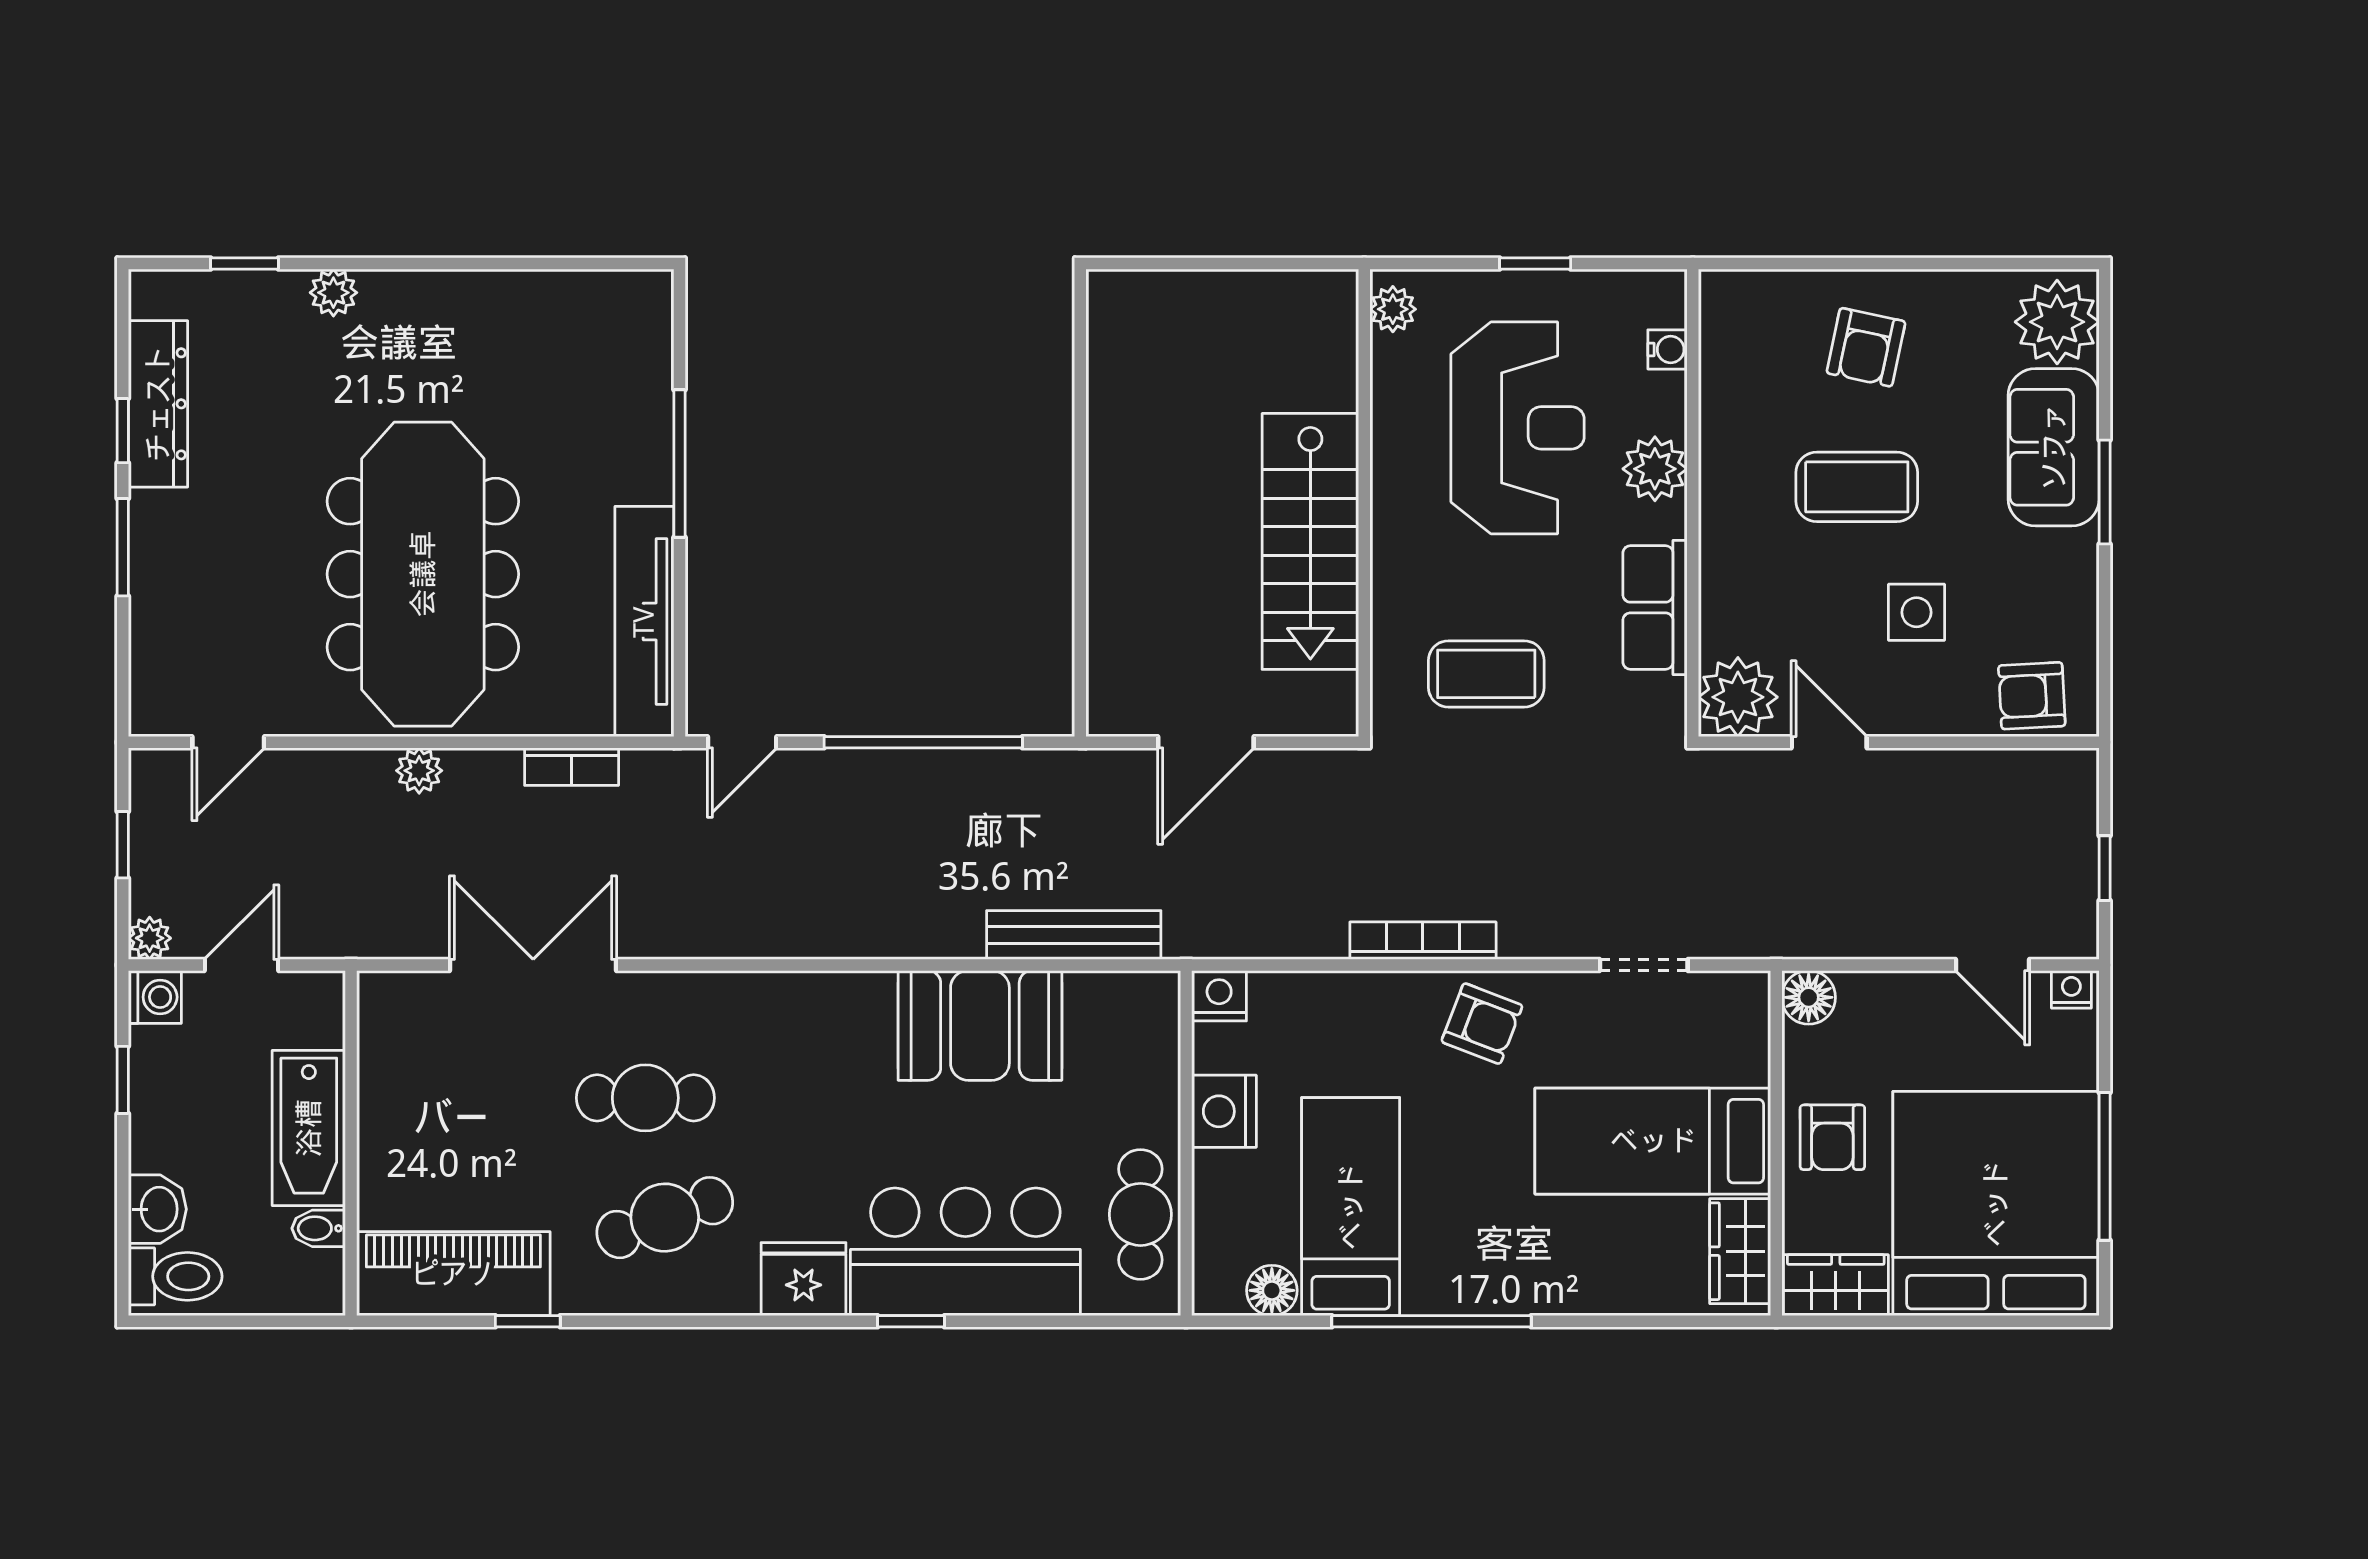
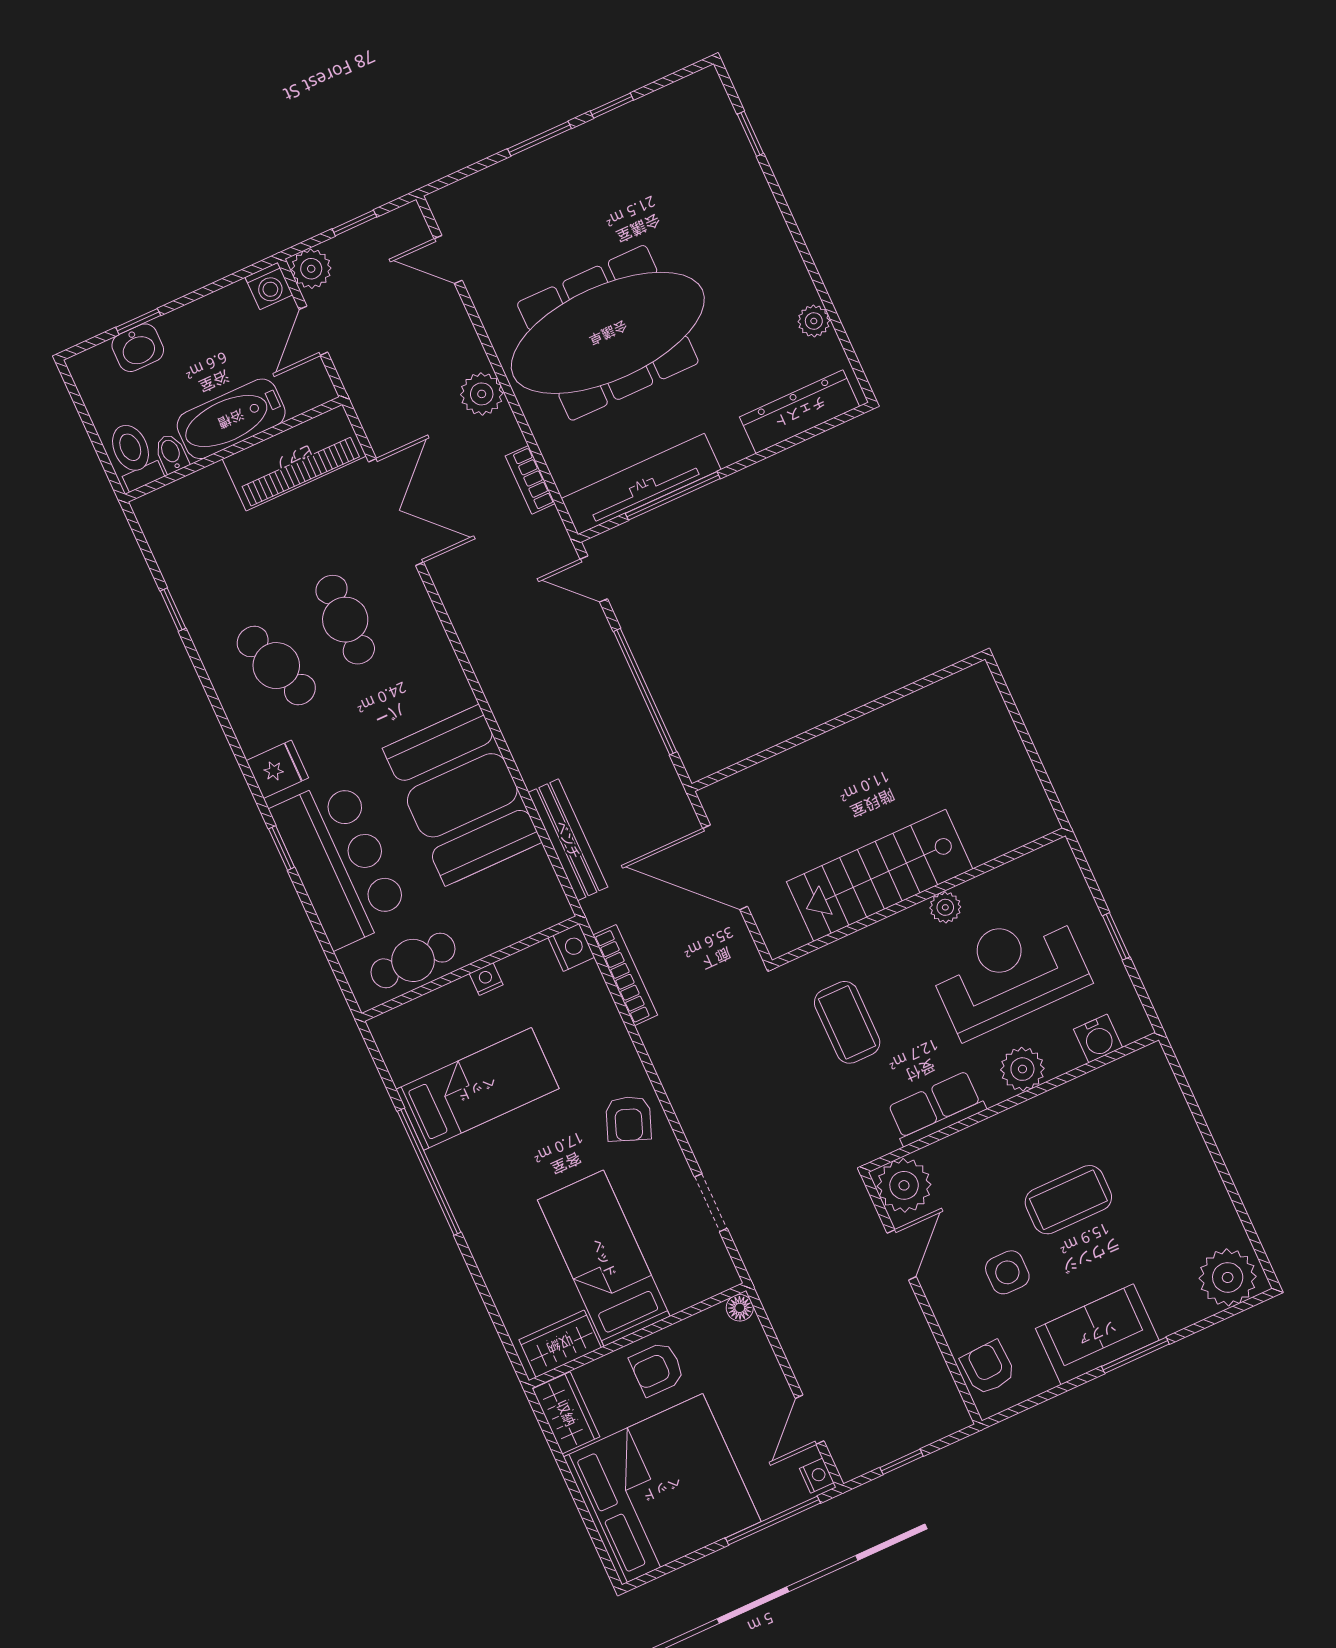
plant: (333, 293) -> (814, 321), moved
plant: (1393, 309) -> (945, 907), moved
armchair: (1866, 347) -> (1158, 1166), removed
water cooler: (1667, 349) -> (1098, 1038), width x1.38, depth x1.38
dresser: (158, 404) -> (800, 412), moved, turned 180
reception desk: (1518, 428) -> (1009, 972), turned 180
sofa: (2054, 447) -> (1097, 1334), moved
window: (679, 463) -> (673, 496), moved
coffee table: (1857, 487) -> (1068, 1200), turned 90
door: (1206, 742) -> (725, 867), width x1.36
plant: (419, 771) -> (482, 394), width x1.38, depth x1.38
plant: (150, 938) -> (311, 269), width x1.38, depth x1.38
bookcase: (1423, 941) -> (625, 975), moved
door: (242, 965) -> (313, 331), swing flipped
floor lamp: (1809, 997) -> (740, 1308), width x0.73, depth x0.73
booth: (980, 1025) -> (462, 795), width x1.36, depth x1.42
window: (123, 1080) -> (138, 321), moved
nightstand: (1224, 1111) -> (486, 979), width x0.53, depth x0.56
window: (2105, 1166) -> (773, 1520), moved
piano: (453, 1274) -> (294, 457), moved, turned 90
toilet: (175, 1276) -> (134, 455), moved, turned 180
fridge: (804, 1279) -> (277, 769), width x0.72
floor lamp: (1272, 1290) -> (403, 1064), removed

